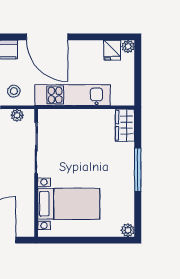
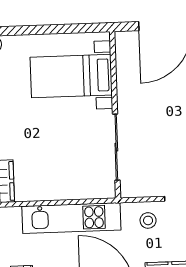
plant: (17, 115) -> (143, 189), removed

